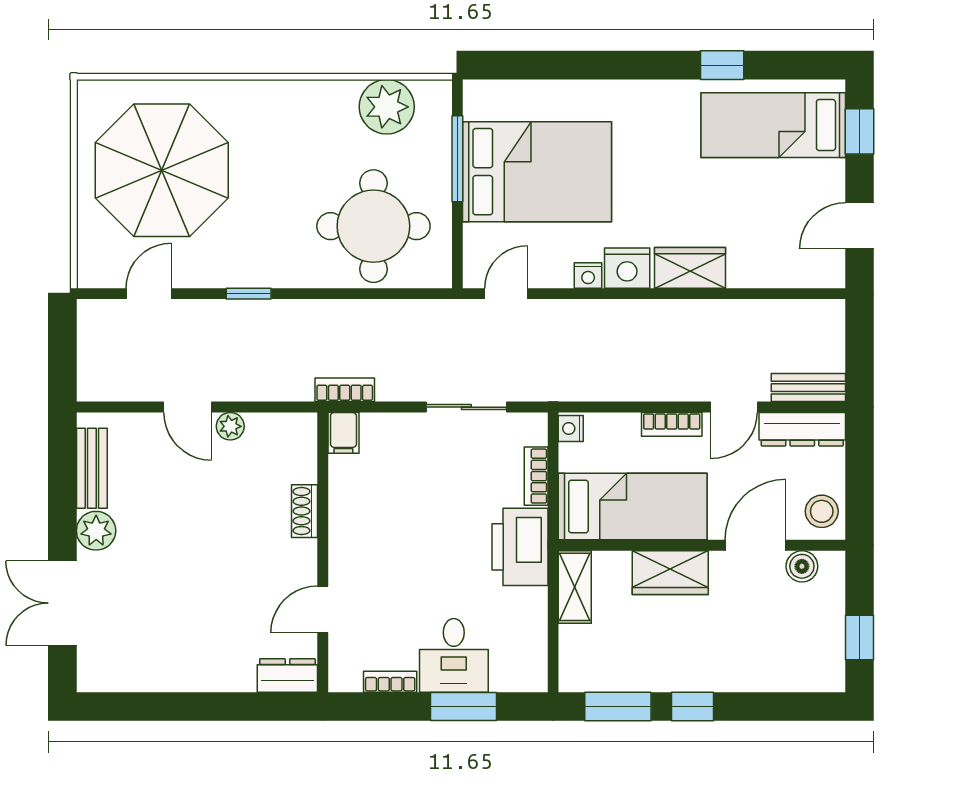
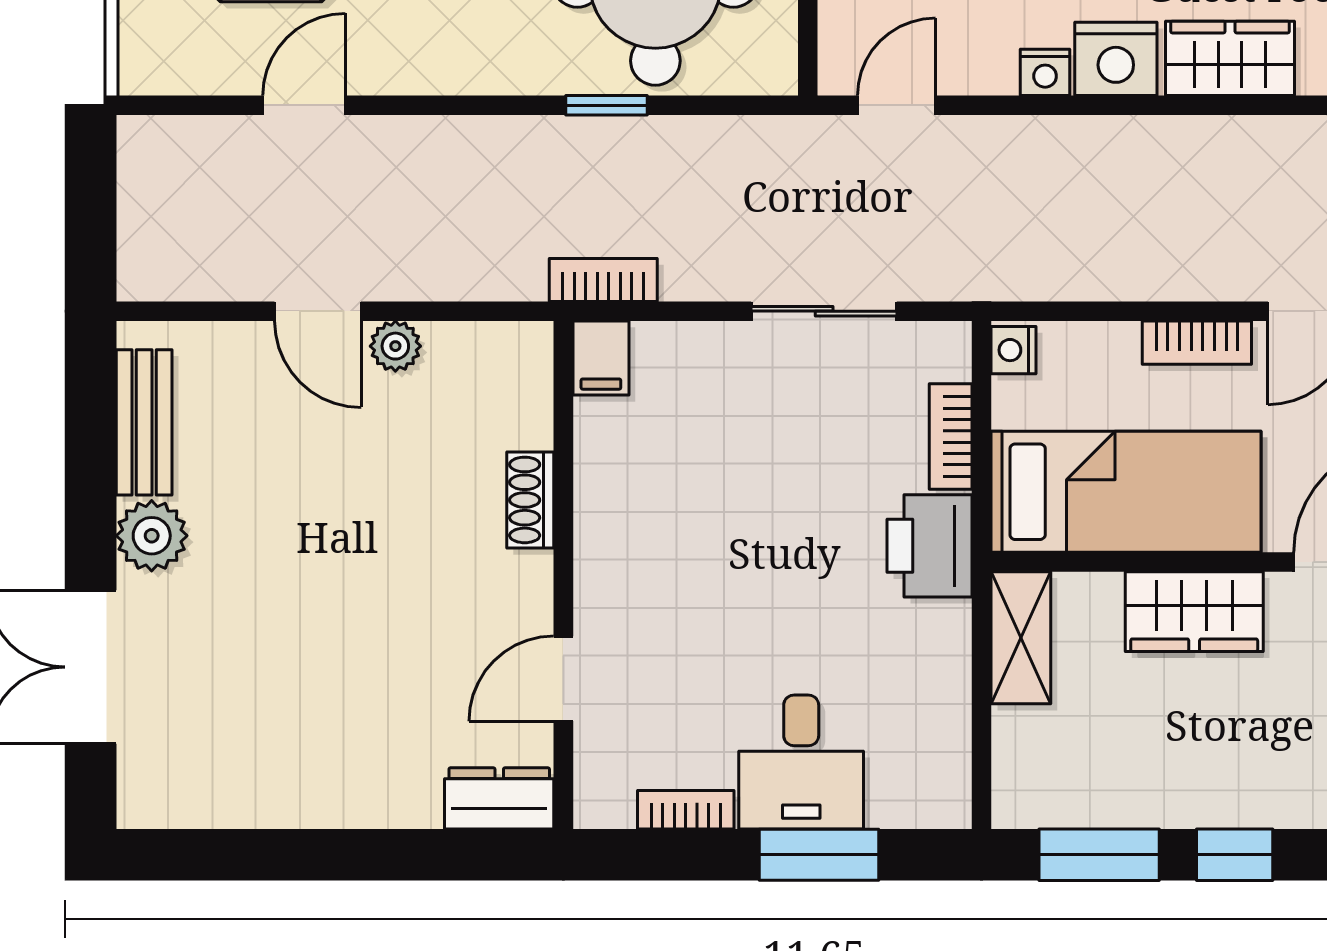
door: (149, 294) -> (304, 105), moved
window: (249, 294) -> (606, 105), moved
printer: (520, 547) -> (929, 546), width x0.73, depth x0.84

